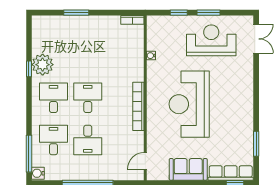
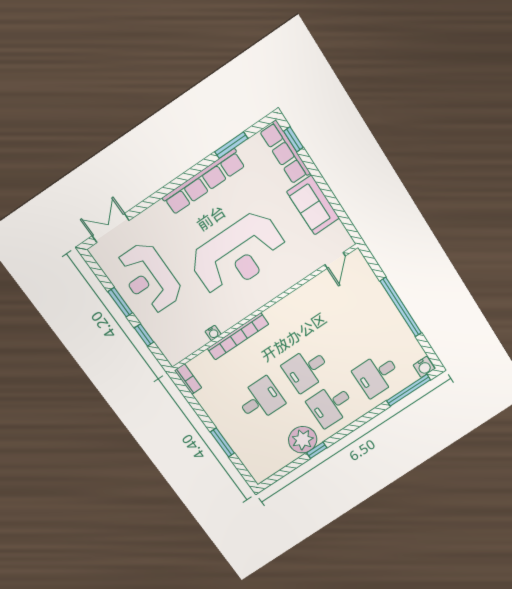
bookcase: (138, 106) -> (238, 336), moved
row of seats: (246, 113) -> (204, 182), added
desk: (88, 140) -> (260, 400), moved
door: (145, 161) -> (335, 260), hinge flipped

